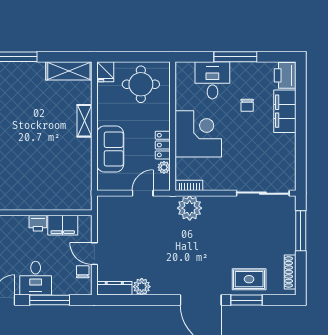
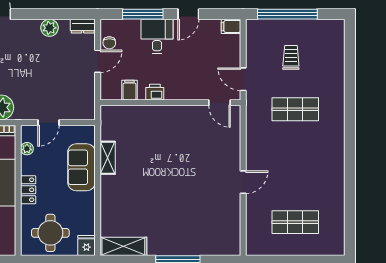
shelving: (84, 121) -> (108, 158), moved
locker: (163, 145) -> (28, 190), moved
filing cabinet: (63, 225) -> (130, 90), width x0.50
door: (94, 254) -> (98, 61), hinge flipped
dresser: (114, 288) -> (83, 26), width x0.70

